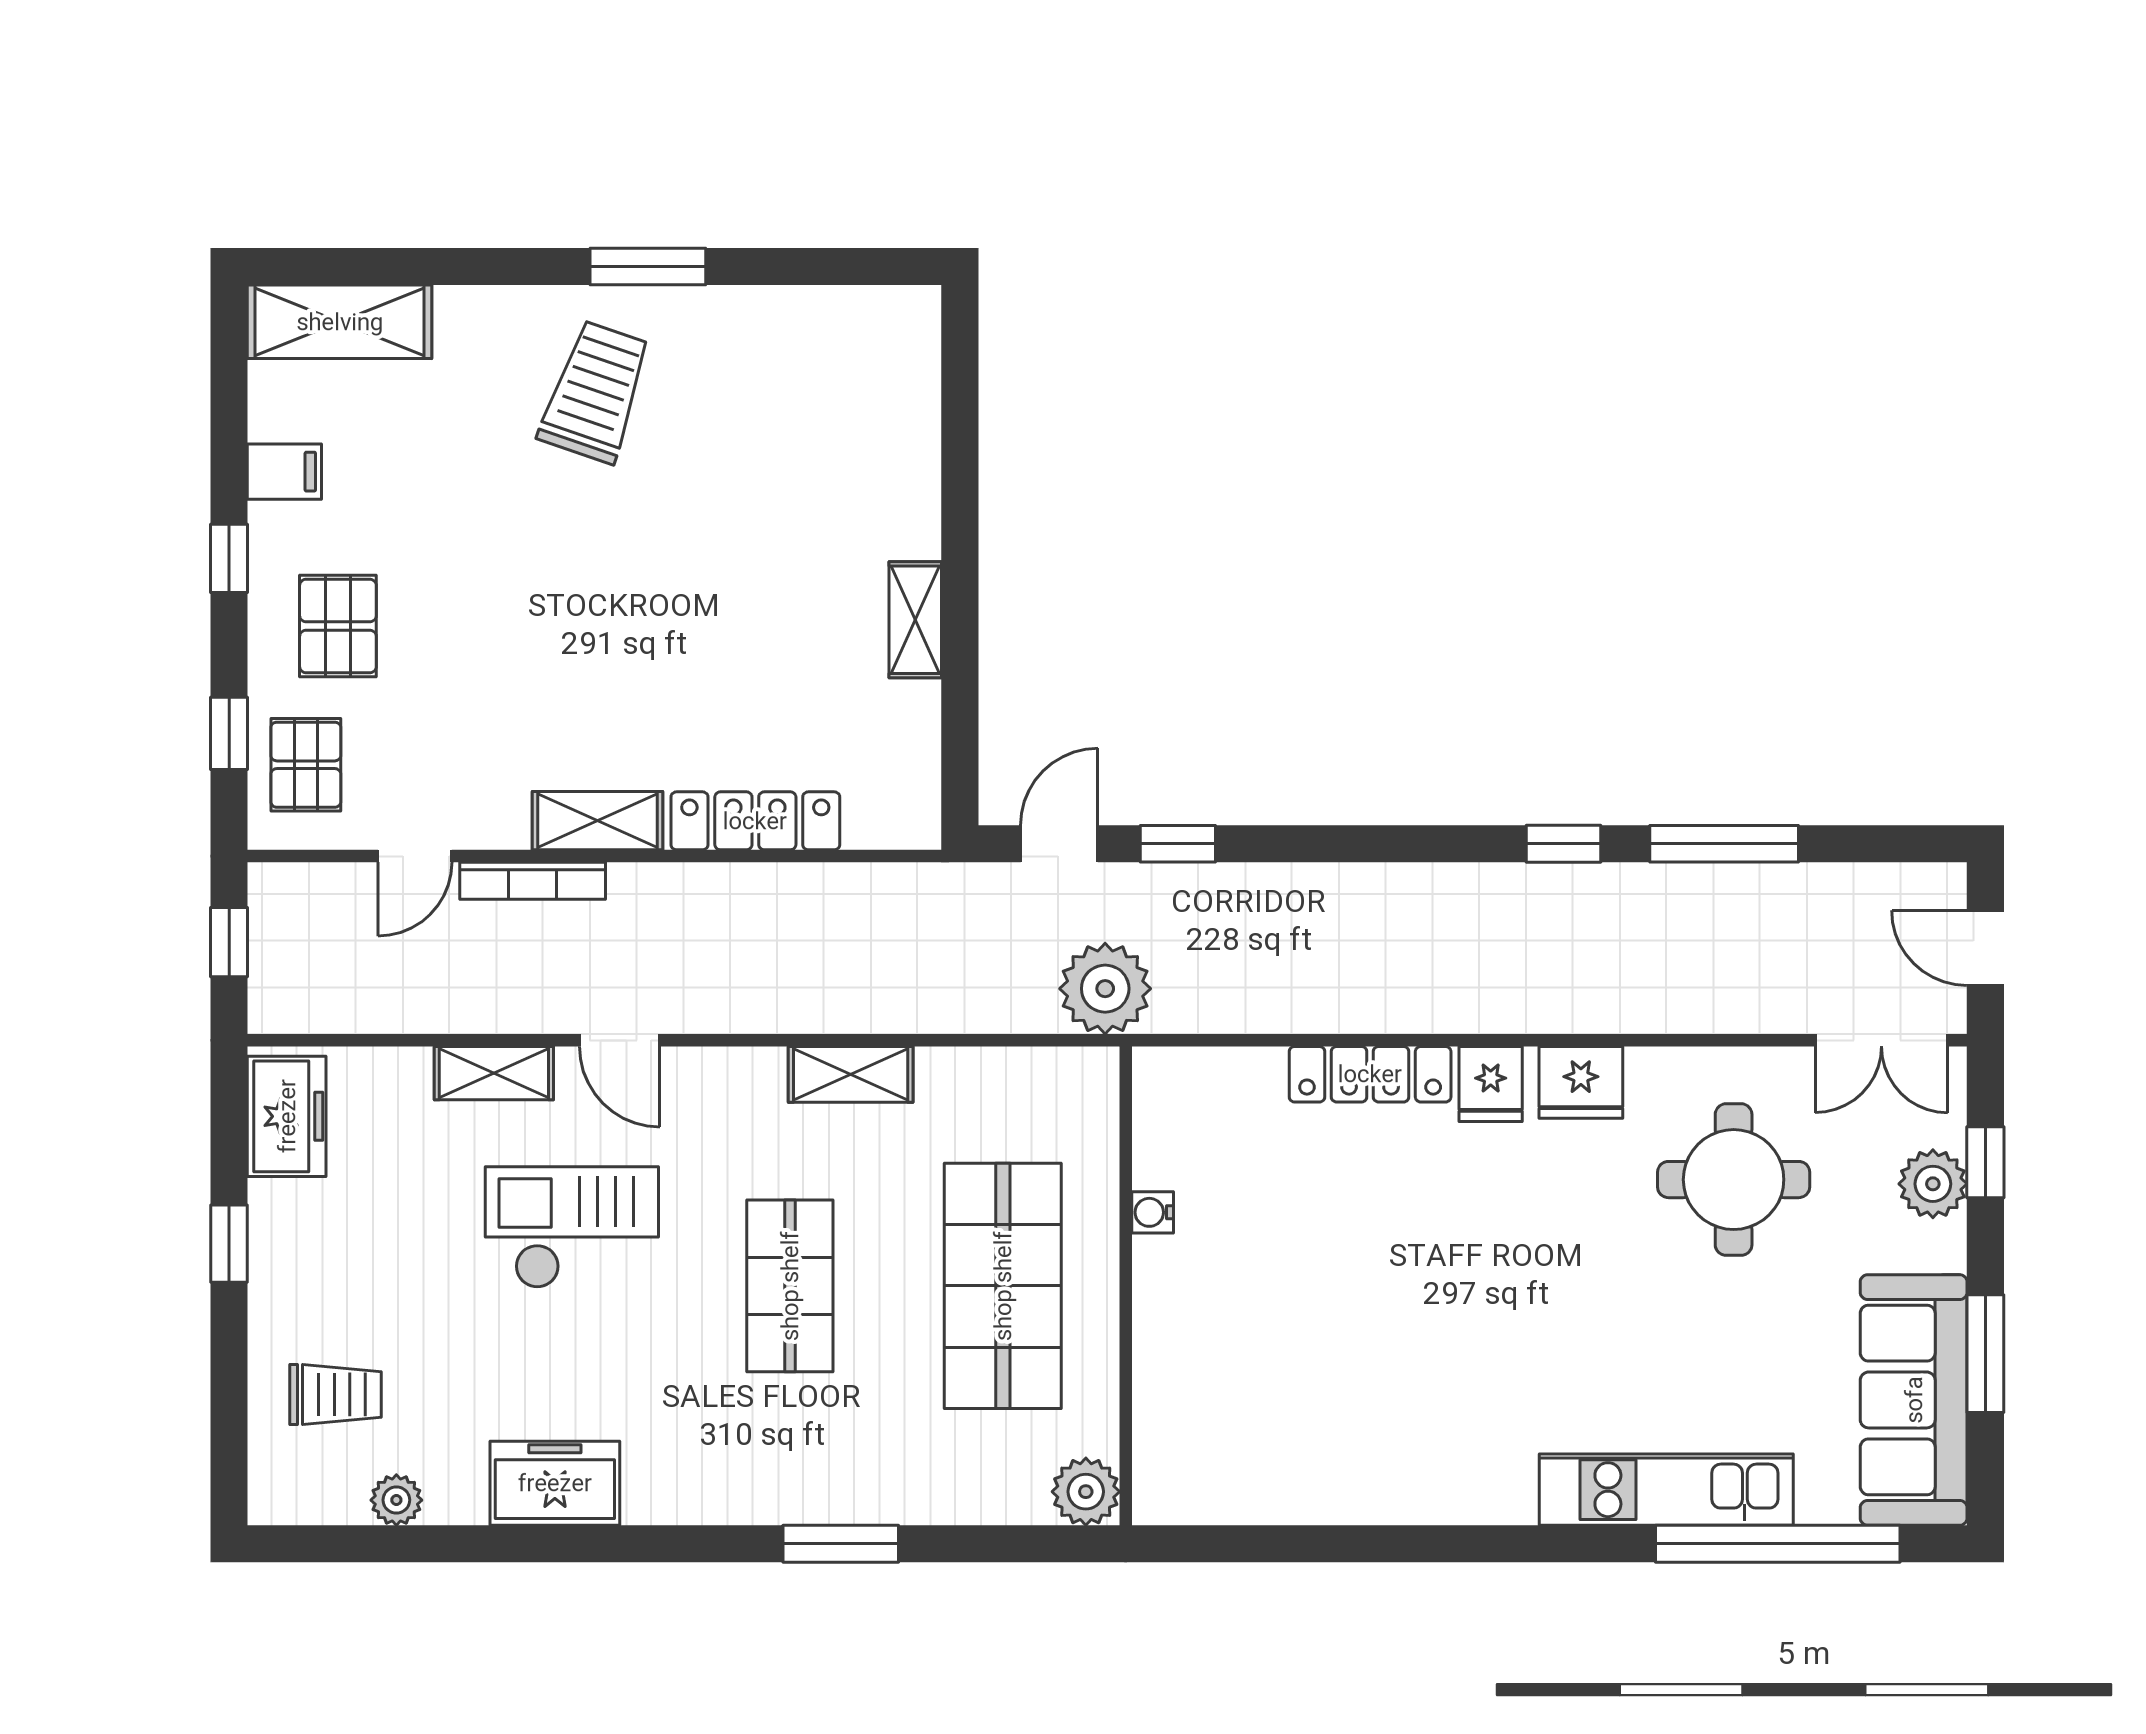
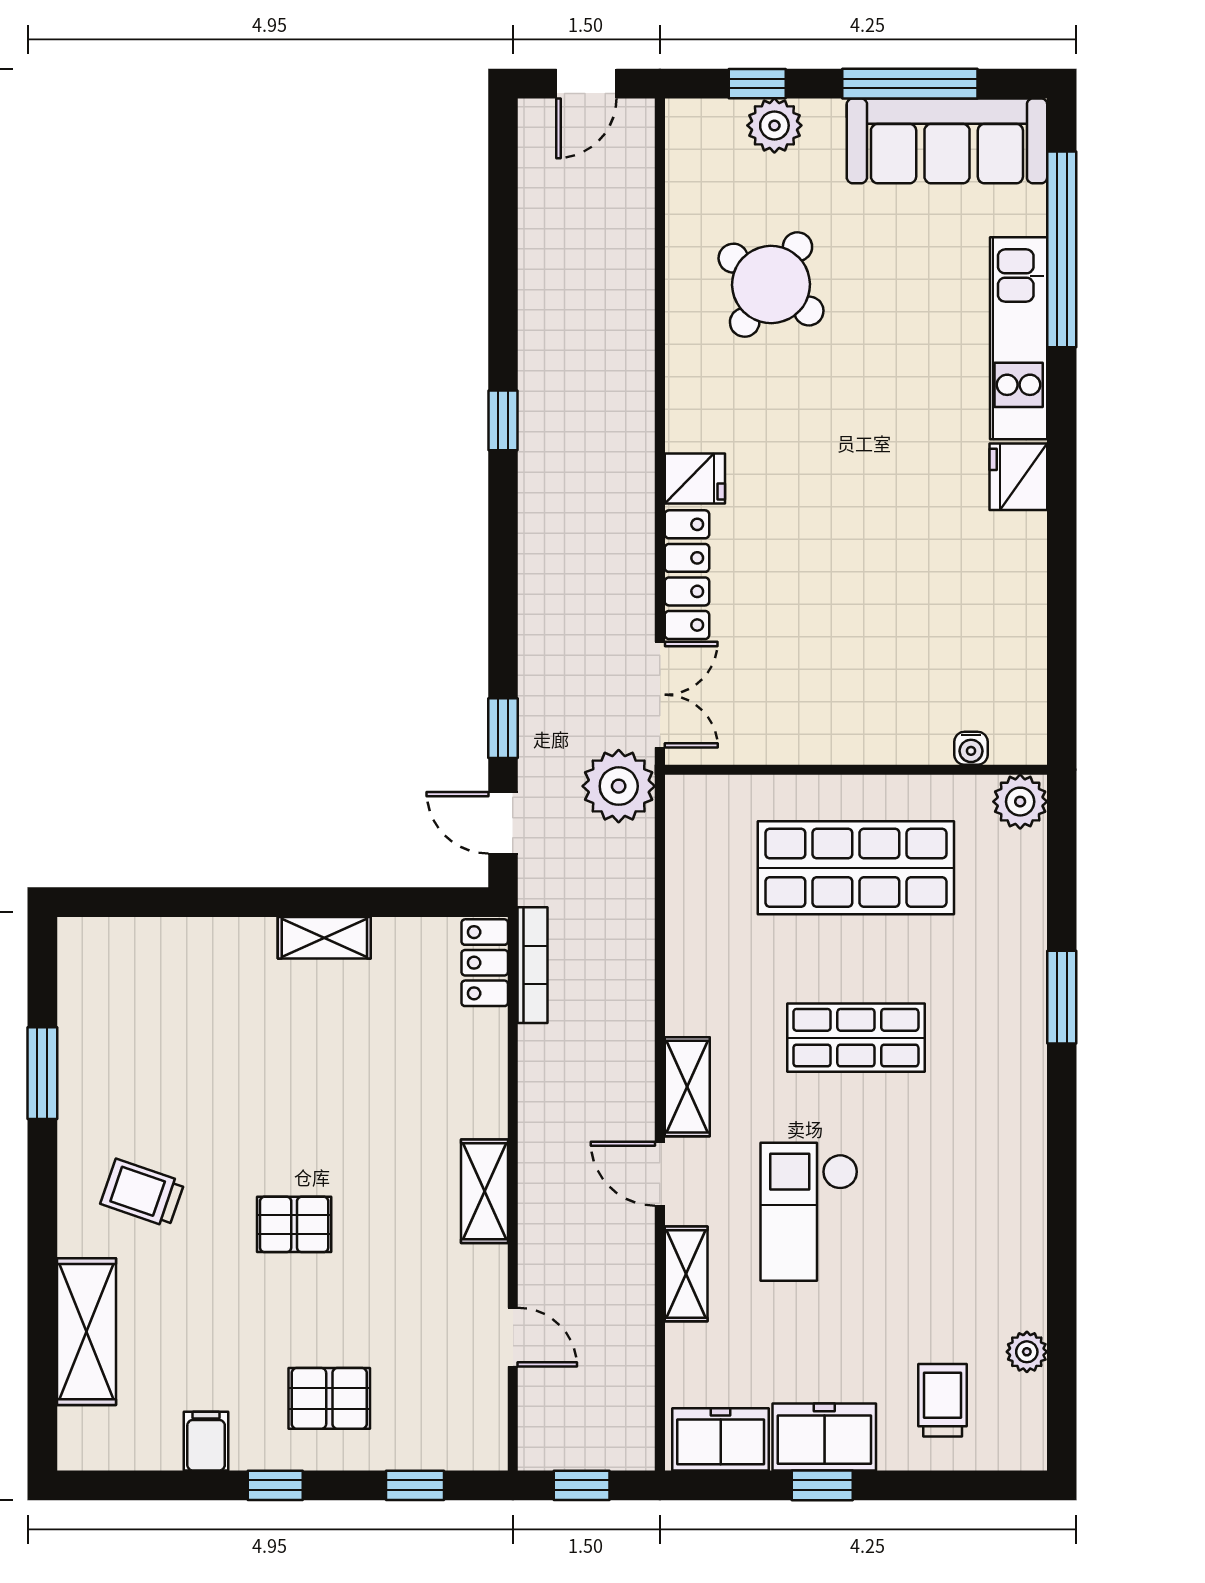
window: (648, 266) -> (42, 1073), moved
shelving: (340, 322) -> (86, 1332), moved
trolley: (595, 392) -> (142, 1193), width x0.73, depth x0.72
pallet: (306, 765) -> (294, 1224), moved
locker: (755, 821) -> (485, 963), moved, width x0.66
window: (1724, 844) -> (503, 292), removed
bookcase: (533, 881) -> (533, 965), moved
door: (620, 1040) -> (660, 1174), swing flipped
double door: (1881, 1040) -> (660, 695), moved
shelving: (851, 1074) -> (687, 1087), moved
fridge: (1581, 1082) -> (1018, 477), moved, turned 180
round table: (1734, 1180) -> (771, 285), turned 35
water cooler: (1153, 1212) -> (971, 748), moved
window: (1985, 1354) -> (910, 84), width x1.44
freezer: (555, 1483) -> (824, 1437), moved, turned 90

